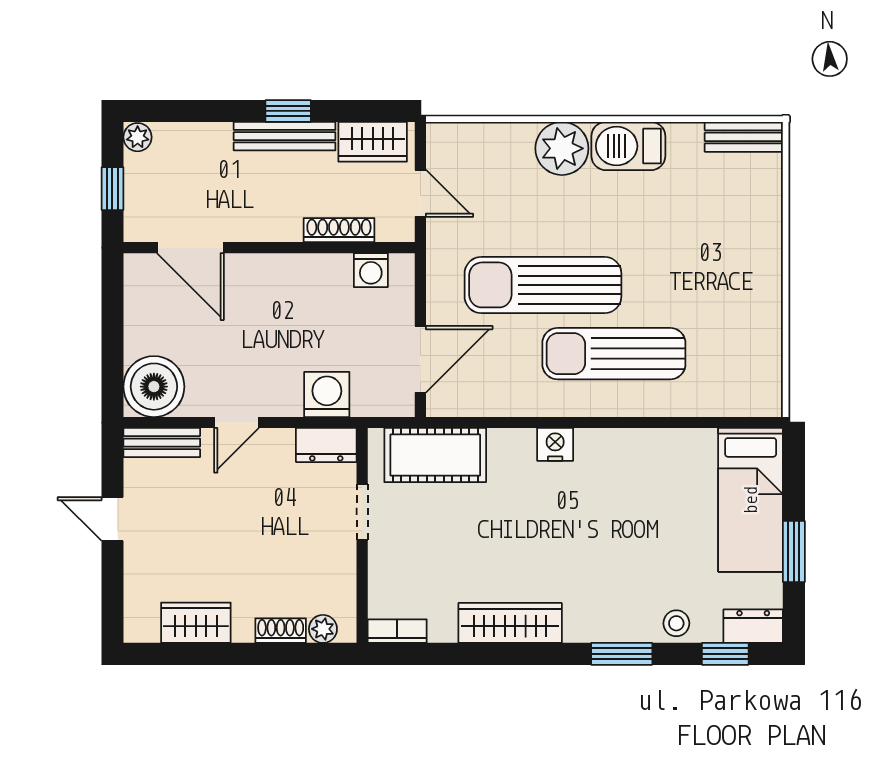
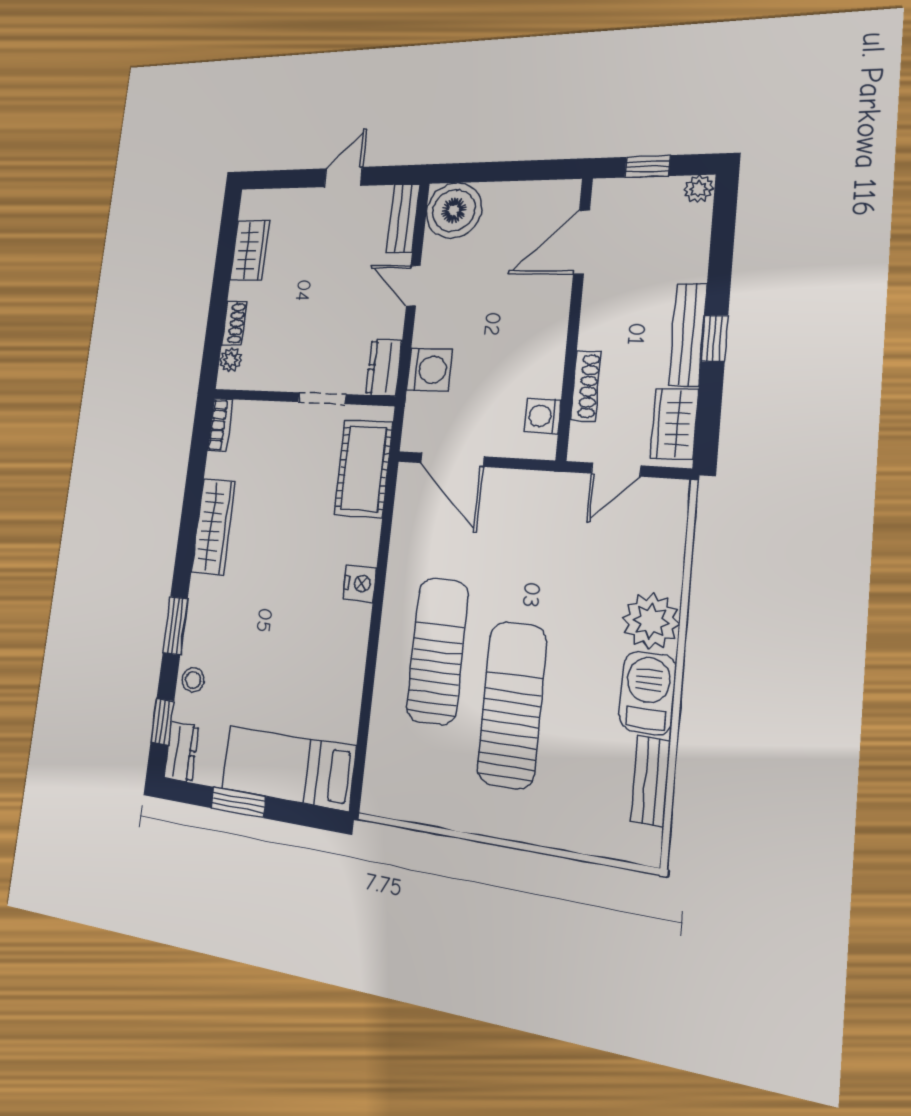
bench: (744, 137) -> (651, 781), moved
sun lounger: (543, 285) -> (512, 705), moved

